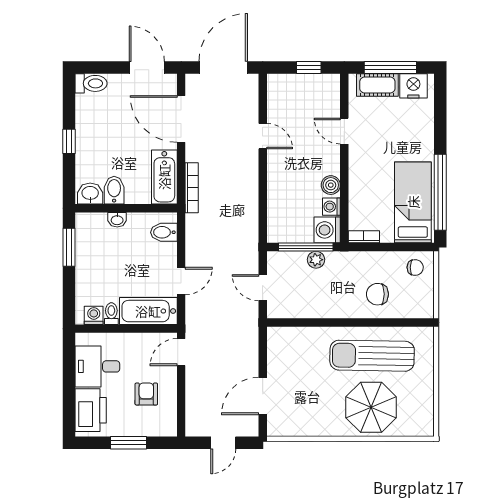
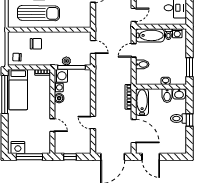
toilet: (91, 83) -> (179, 118), moved
cot: (377, 85) -> (36, 148), removed
bidet: (164, 232) -> (142, 64), moved

